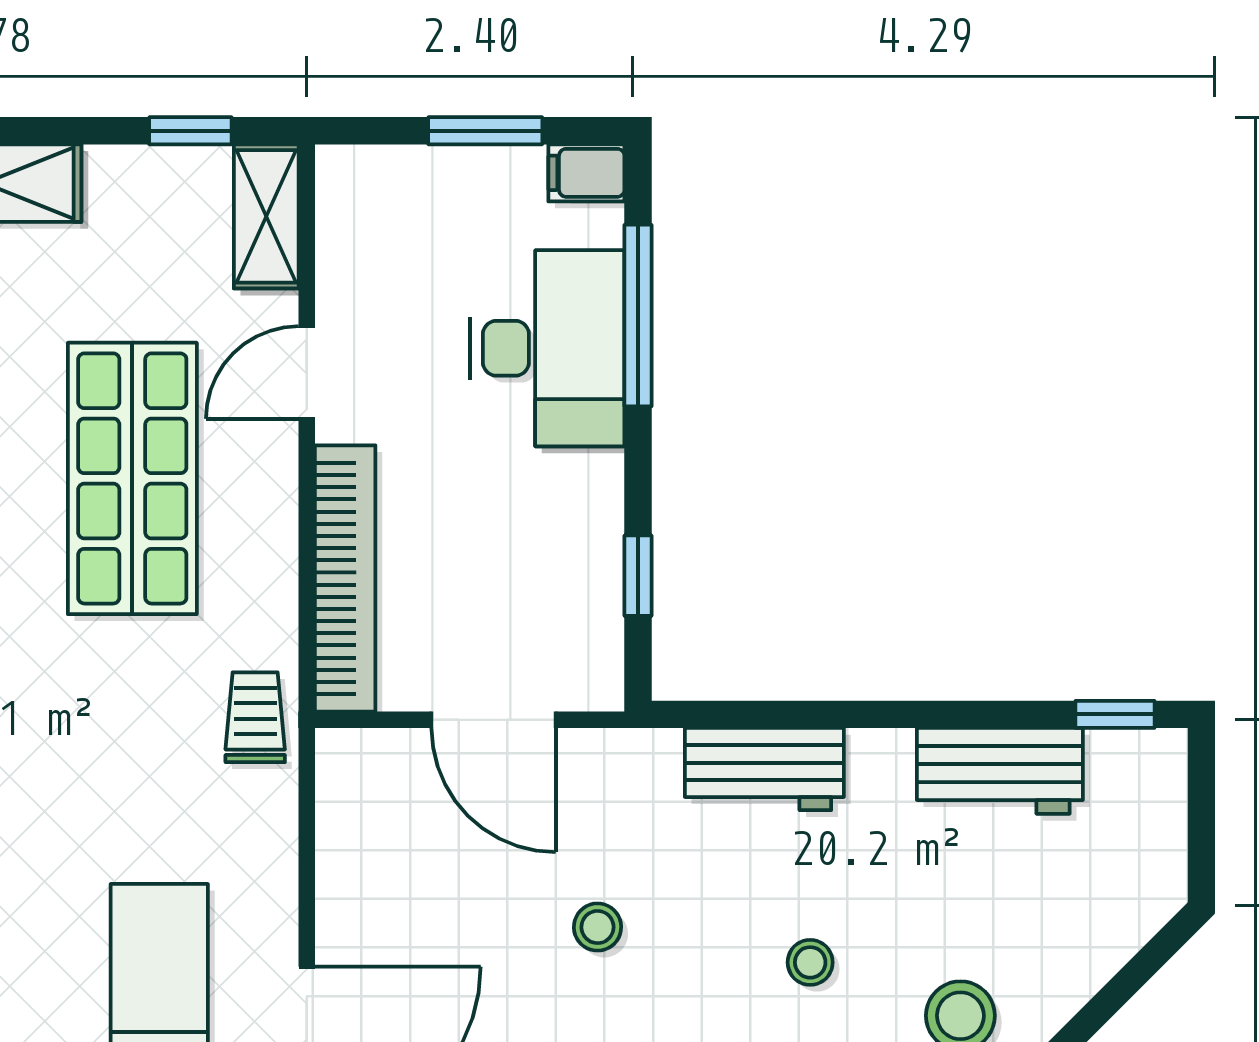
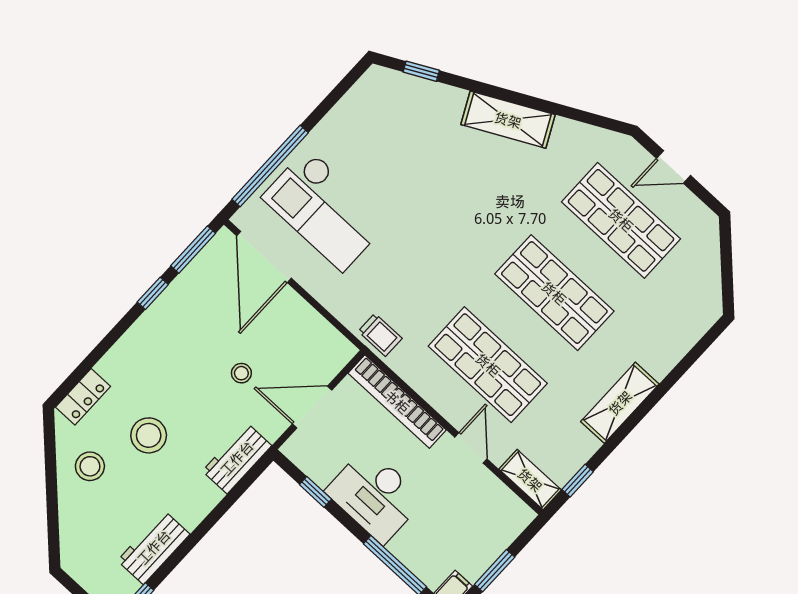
desk: (547, 348) -> (375, 495), moved
workbench: (764, 769) -> (237, 458), moved
stool: (598, 927) -> (241, 373), moved
stool: (810, 962) -> (149, 435), width x1.89, depth x1.89

